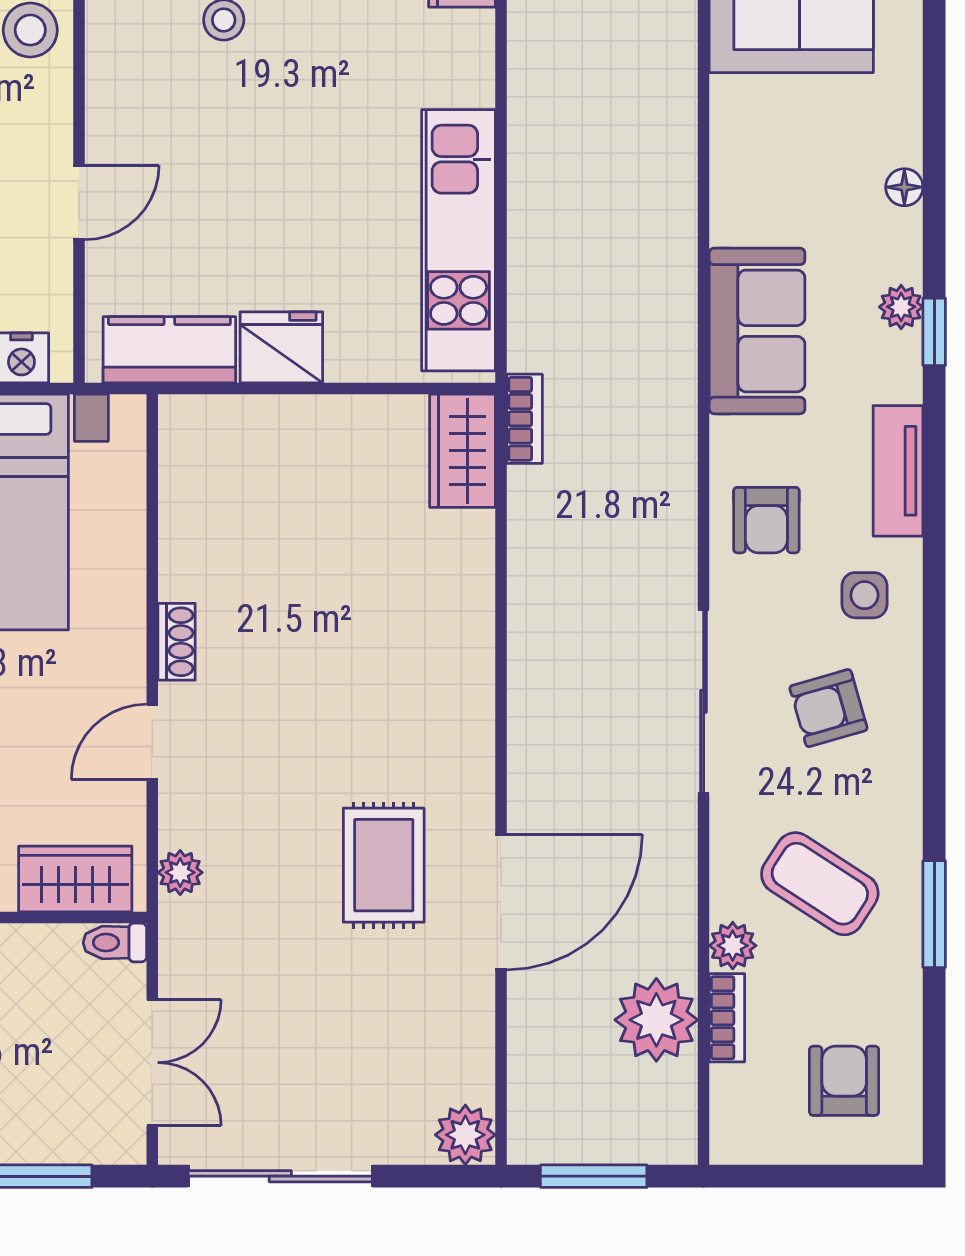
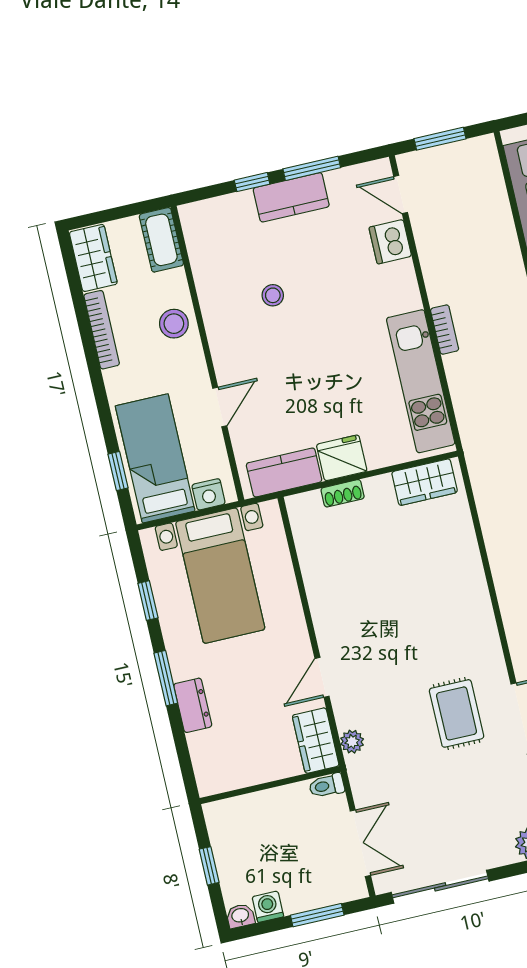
bookcase: (524, 419) -> (445, 330), moved
wardrobe: (463, 451) -> (425, 482), moved, turned -90
shoe rack: (176, 642) -> (343, 493), moved, turned 90
wardrobe: (75, 879) -> (316, 741), moved, turned -90

